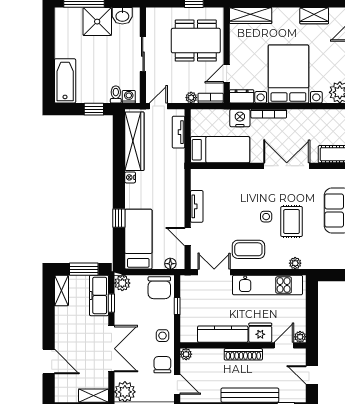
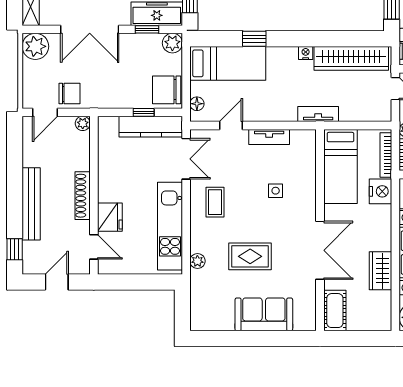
bookcase: (269, 114) -> (386, 155), moved
wardrobe: (303, 118) -> (381, 271), added
tv unit: (179, 132) -> (318, 114), moved
side table: (266, 217) -> (276, 191), moved
coffee table: (248, 249) -> (215, 202), width x0.73, depth x0.77
kitchen counter: (223, 334) -> (151, 127), moved, turned 90
side table: (162, 336) -> (106, 94), removed
plant: (300, 337) -> (105, 267), removed

